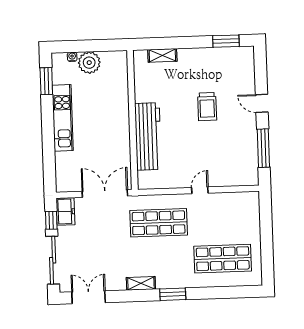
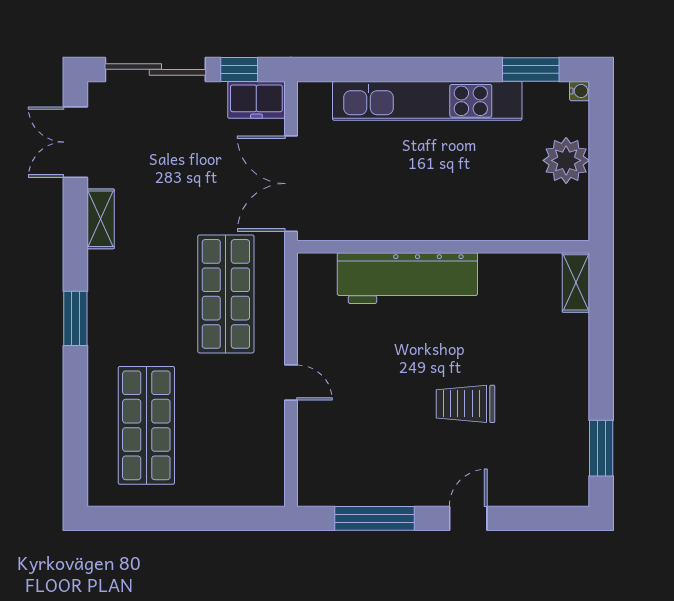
shelving: (162, 55) -> (576, 282), moved
water cooler: (72, 57) -> (580, 91), moved
kitchen unit: (63, 118) -> (427, 101), width x1.36
double door: (105, 194) -> (291, 184), swing flipped
shelving: (141, 283) -> (101, 219), moved
double door: (89, 297) -> (75, 142), swing flipped

